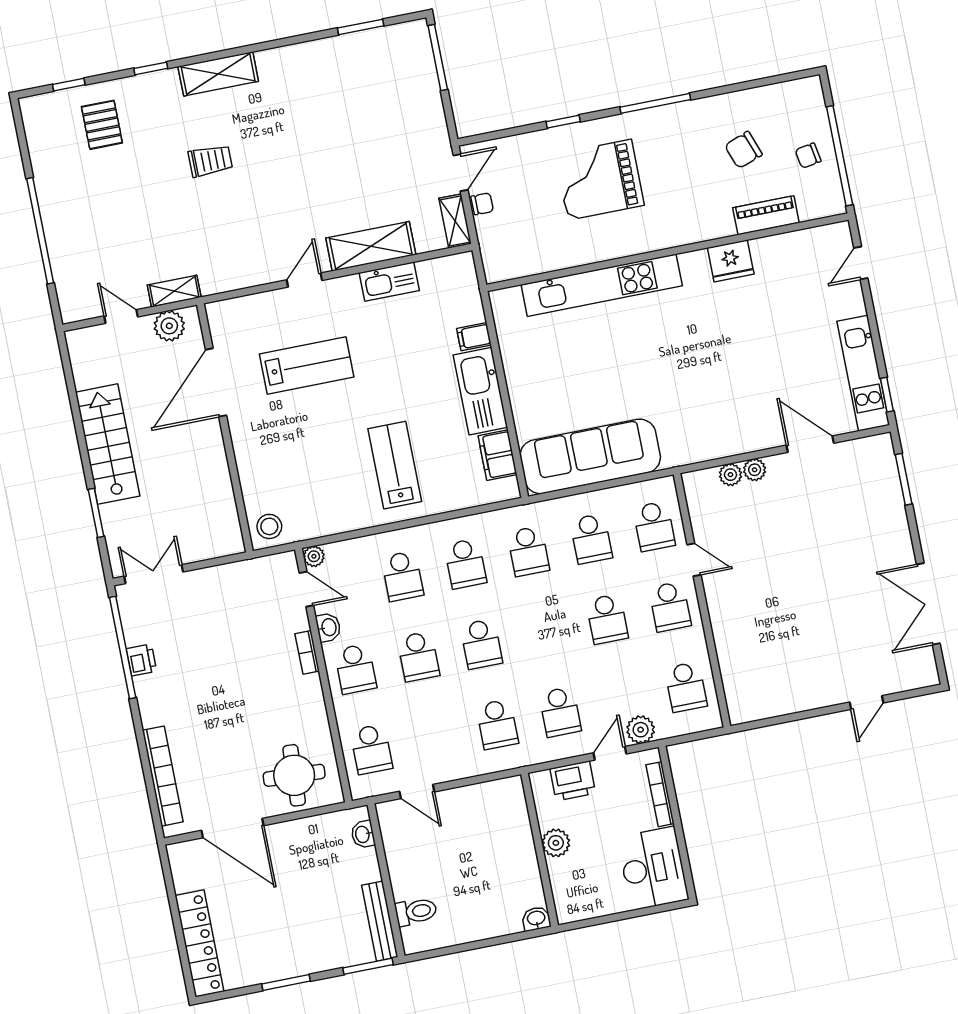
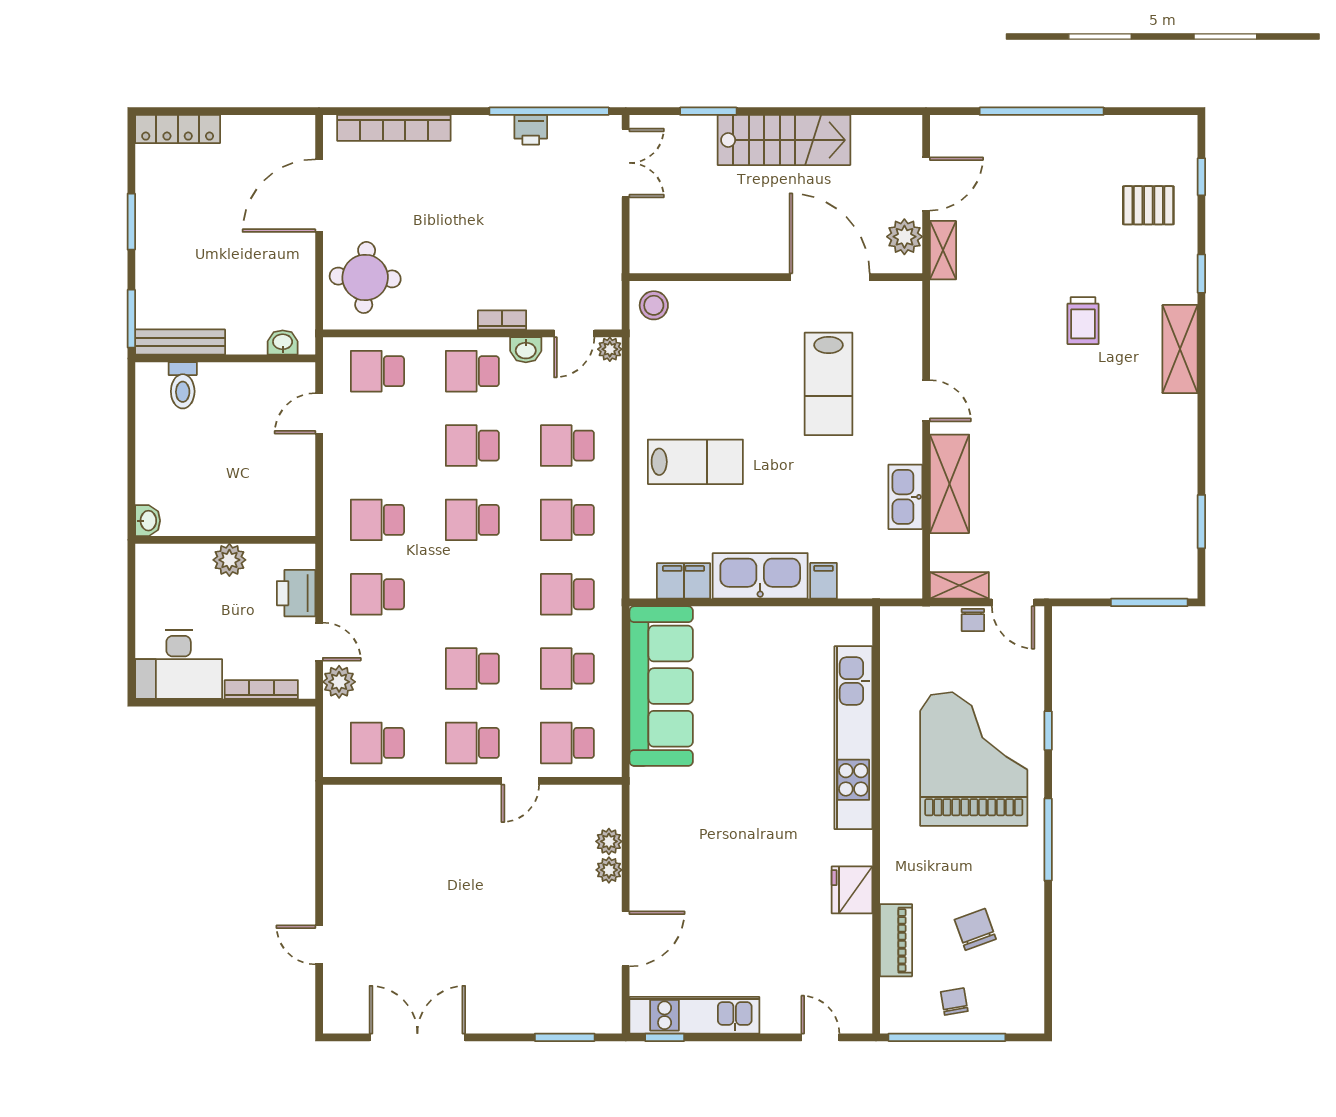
grand piano: (600, 180) -> (974, 759), width x1.37, depth x1.48
door: (121, 316) -> (926, 184), width x1.37
locker: (199, 943) -> (178, 129), width x0.71, depth x0.83

